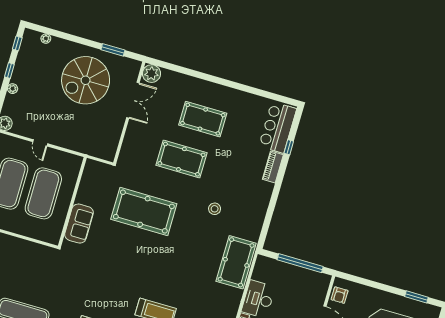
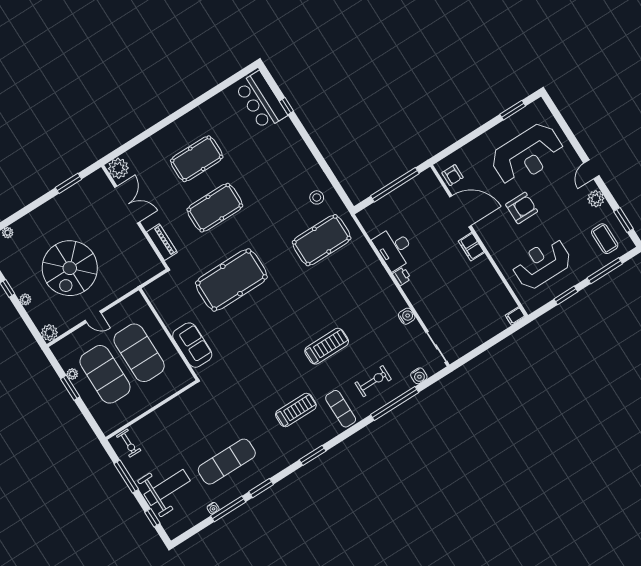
spiral stairs: (86, 80) -> (70, 268), moved
piano: (273, 167) -> (162, 242), moved, turned 180
stool: (215, 209) -> (317, 197), moved
pool table: (236, 262) -> (322, 240), moved, turned 90

